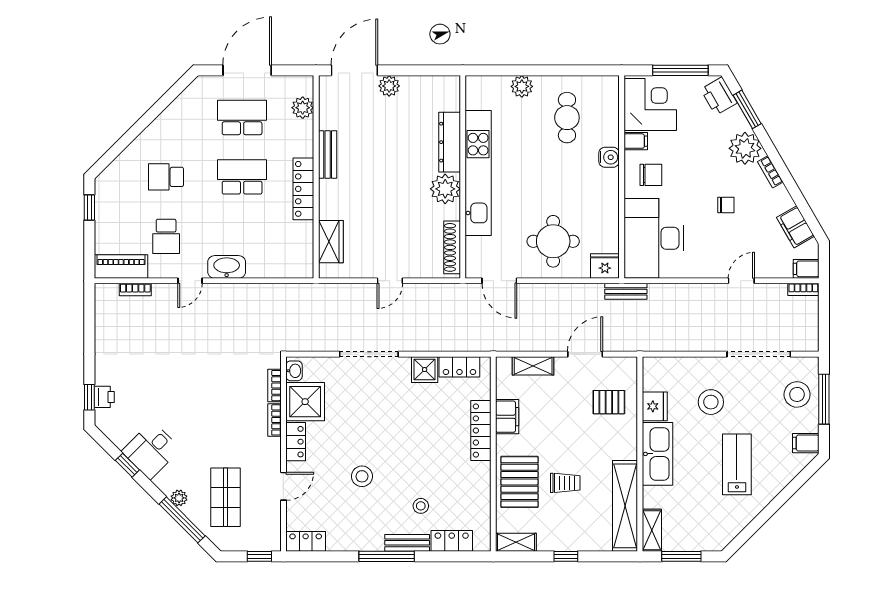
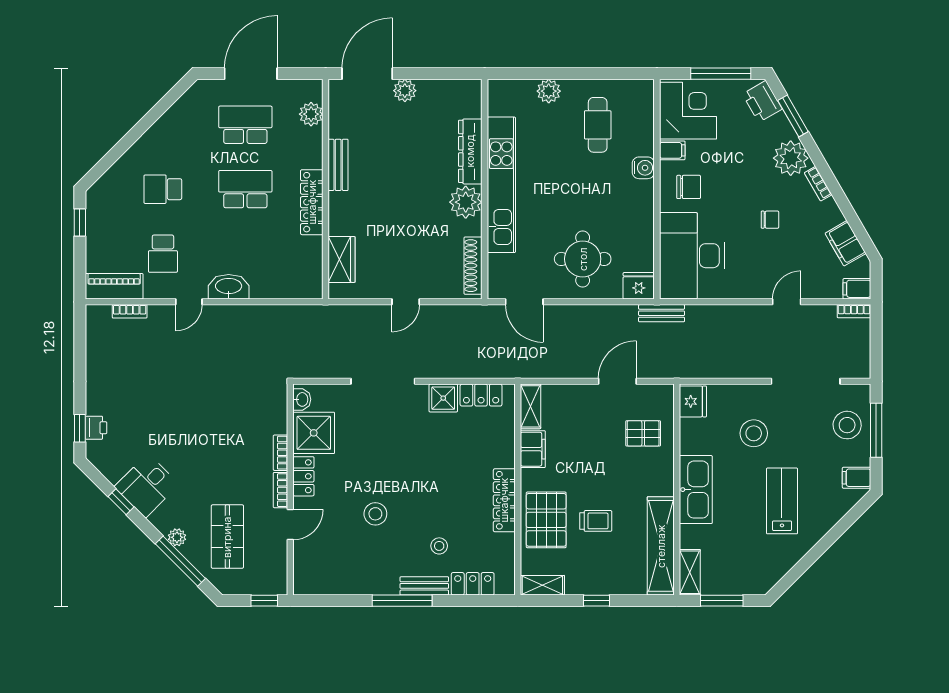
shelving: (533, 366) -> (530, 406), moved, turned 90
bookcase: (274, 386) -> (281, 490), moved
fridge: (655, 406) -> (693, 401), moved
locker: (481, 430) -> (504, 500), moved
locker: (306, 541) -> (314, 584), removed

